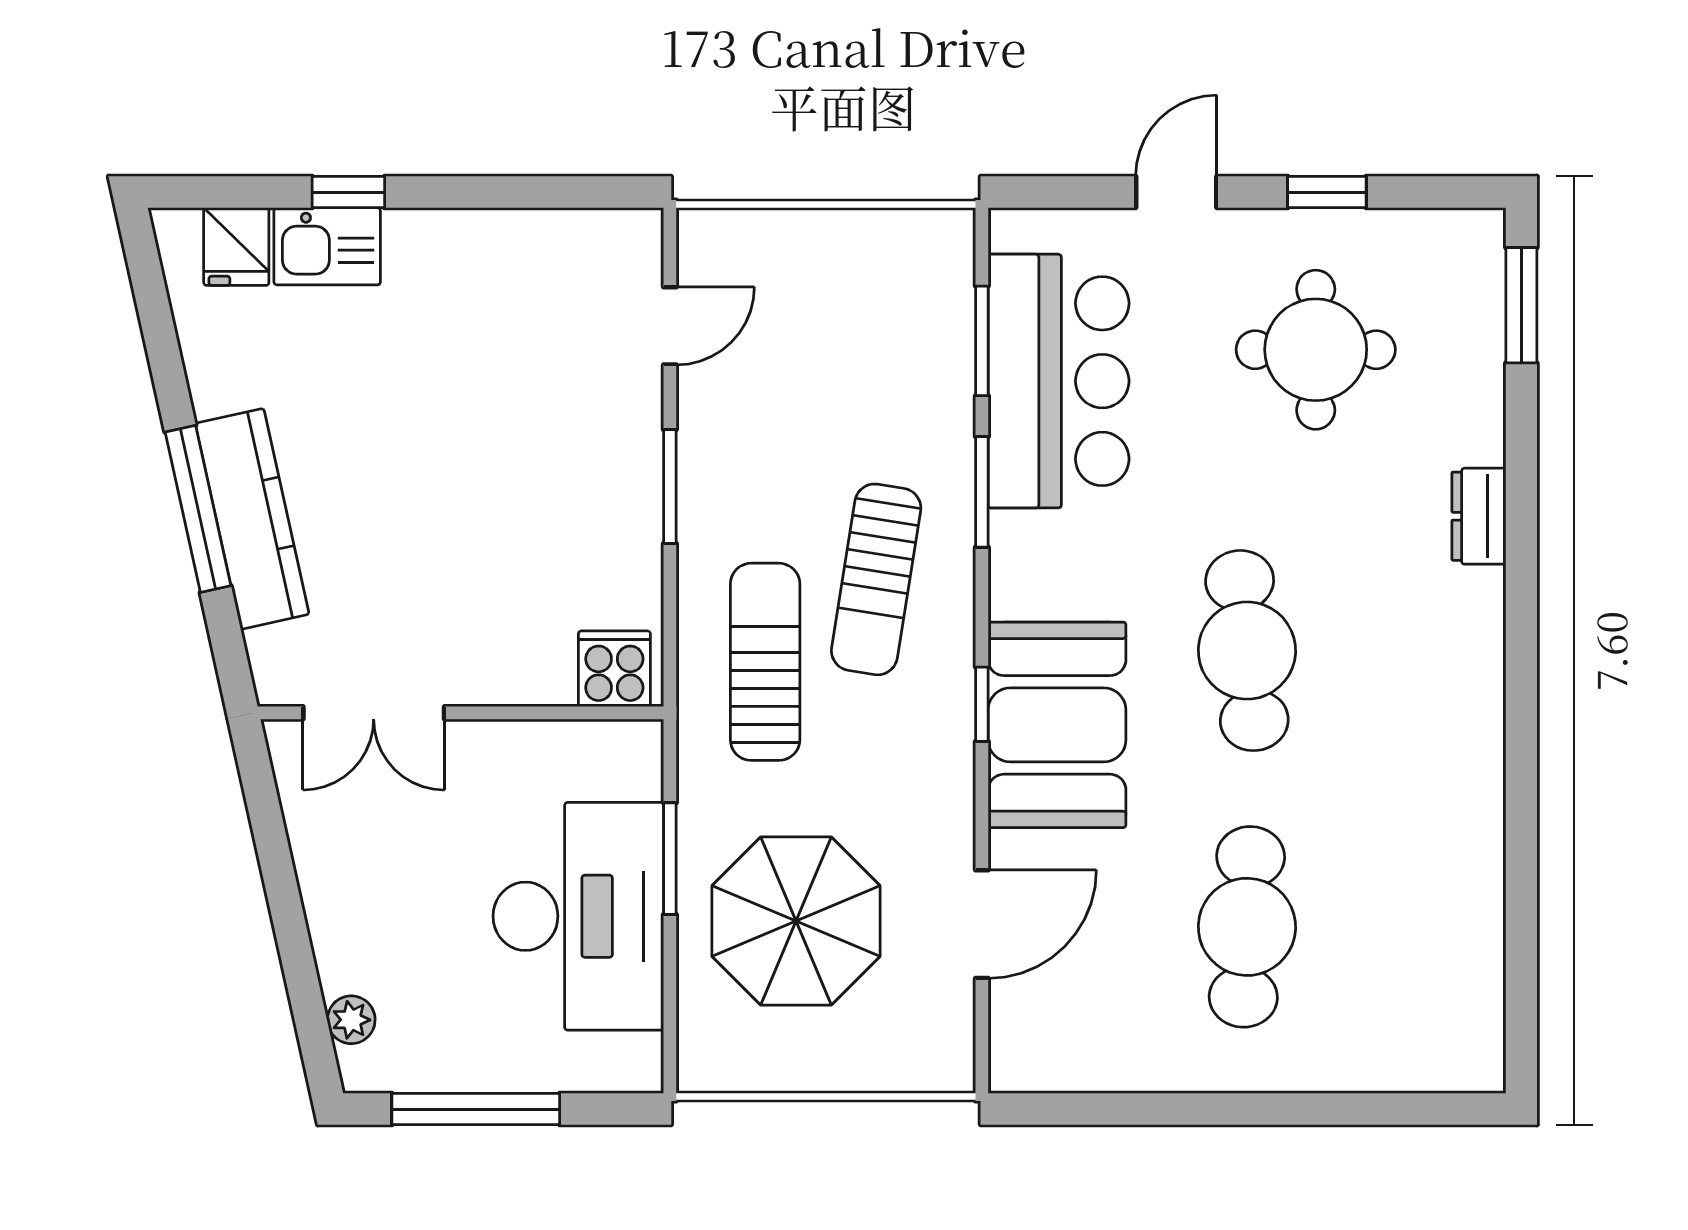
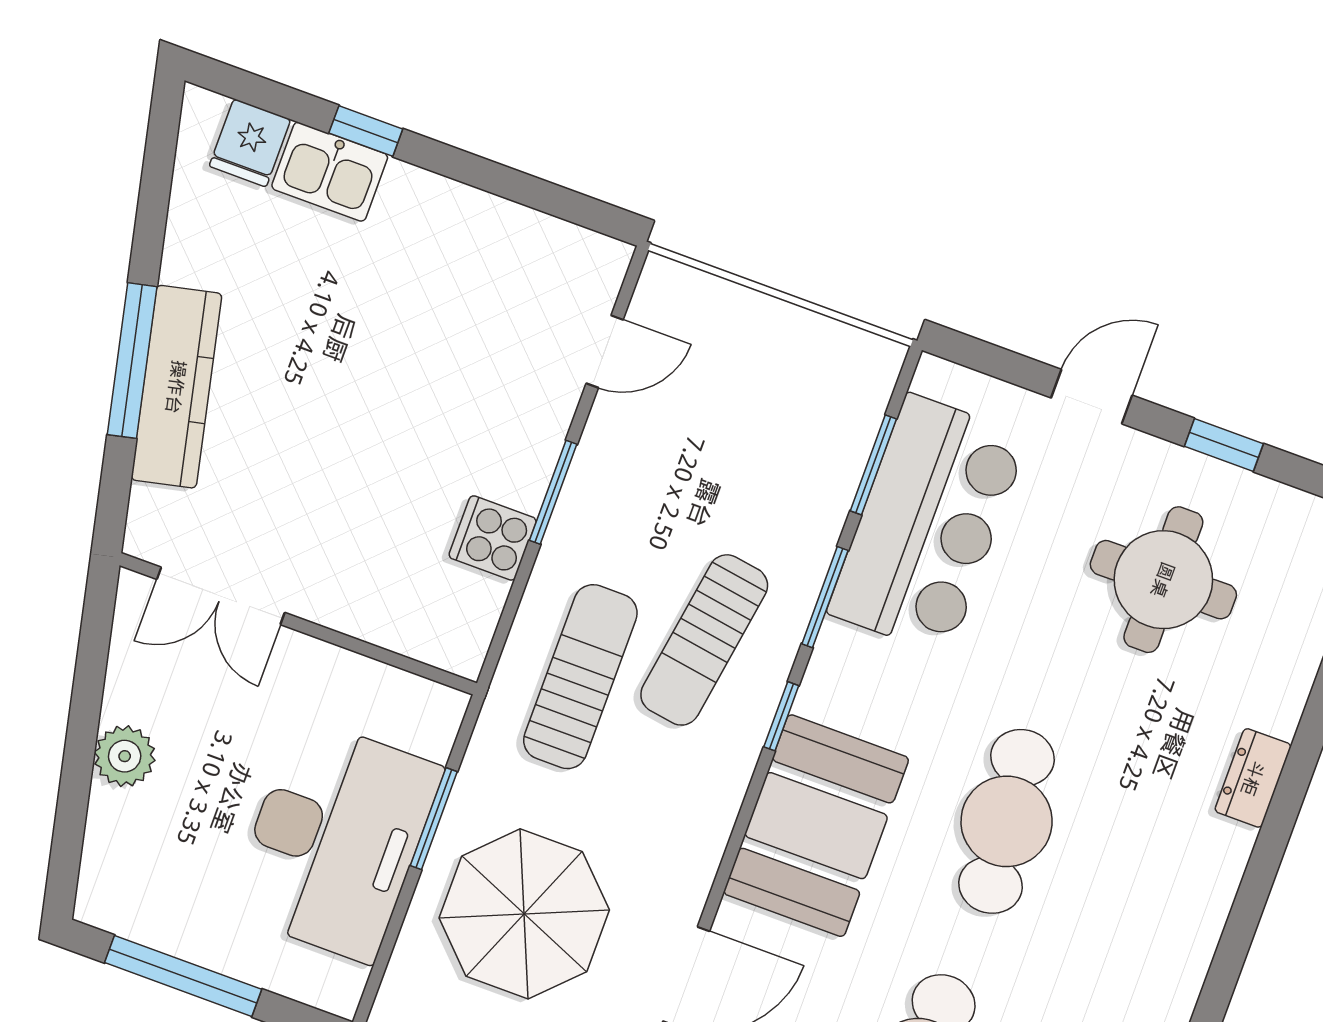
cooker: (614, 669) -> (493, 538), moved, turned -90
window: (982, 704) -> (781, 716), moved
plant: (351, 1020) -> (125, 756), moved, width x1.38, depth x1.38

